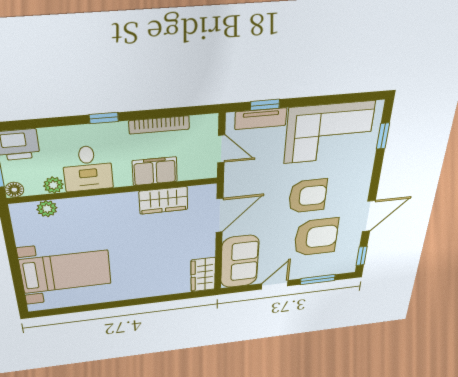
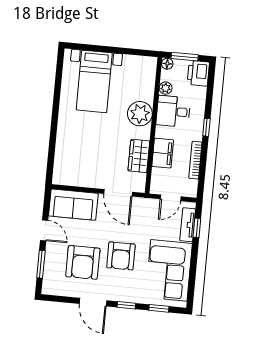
plant: (47, 209) -> (140, 114), moved, width x1.88, depth x1.88
window: (362, 256) -> (126, 305), moved
wardrobe: (203, 275) -> (68, 177), removed

